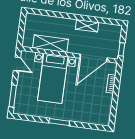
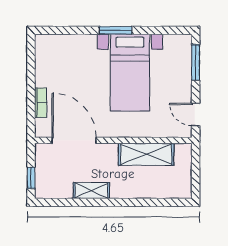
window: (122, 49) -> (31, 178), moved
door: (93, 58) -> (74, 140), hinge flipped
bed with nightstands: (53, 78) -> (130, 73), moved, turned 180

